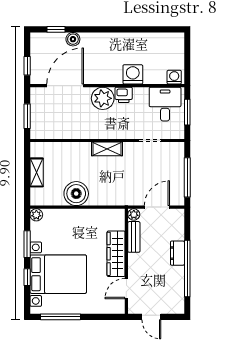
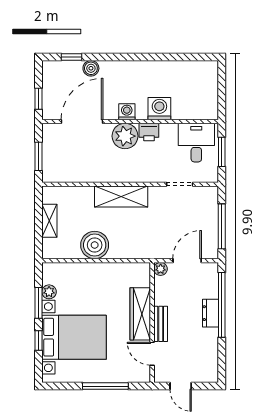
washing machine: (174, 77) -> (127, 112), moved
shelving: (107, 149) -> (121, 197), width x1.50, depth x1.33
plant: (36, 215) -> (49, 292), moved
bench: (134, 237) -> (161, 324), moved
window: (187, 268) -> (222, 305), moved
door: (126, 289) -> (152, 354), hinge flipped
window: (61, 317) -> (105, 386), moved

